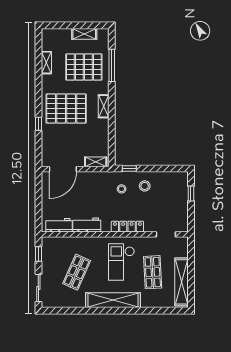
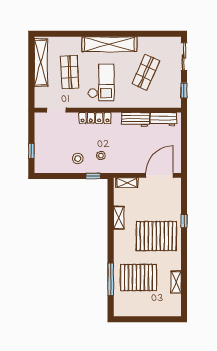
shelving: (84, 34) -> (138, 311), removed
shelving: (104, 106) -> (119, 218), moved

